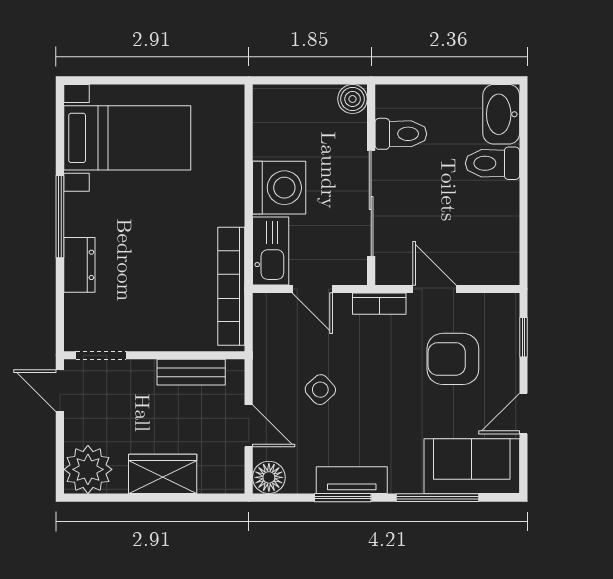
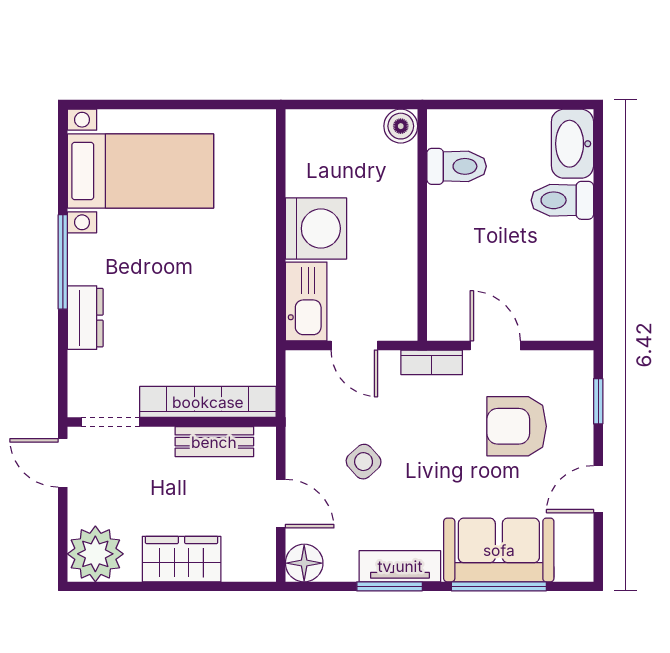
sliding door: (371, 203) -> (422, 246), removed
bookcase: (231, 286) -> (208, 402), moved, turned 90
sofa: (472, 466) -> (499, 550), moved

